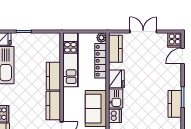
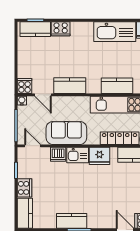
kitchen counter: (53, 76) -> (117, 86), moved

